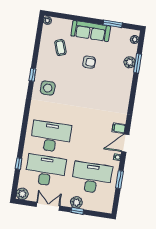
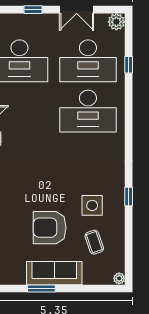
window: (113, 24) -> (41, 288), moved
armchair: (89, 62) -> (50, 228), width x1.88, depth x1.88
side table: (48, 88) -> (92, 205), moved
plant: (76, 202) -> (36, 22), removed

